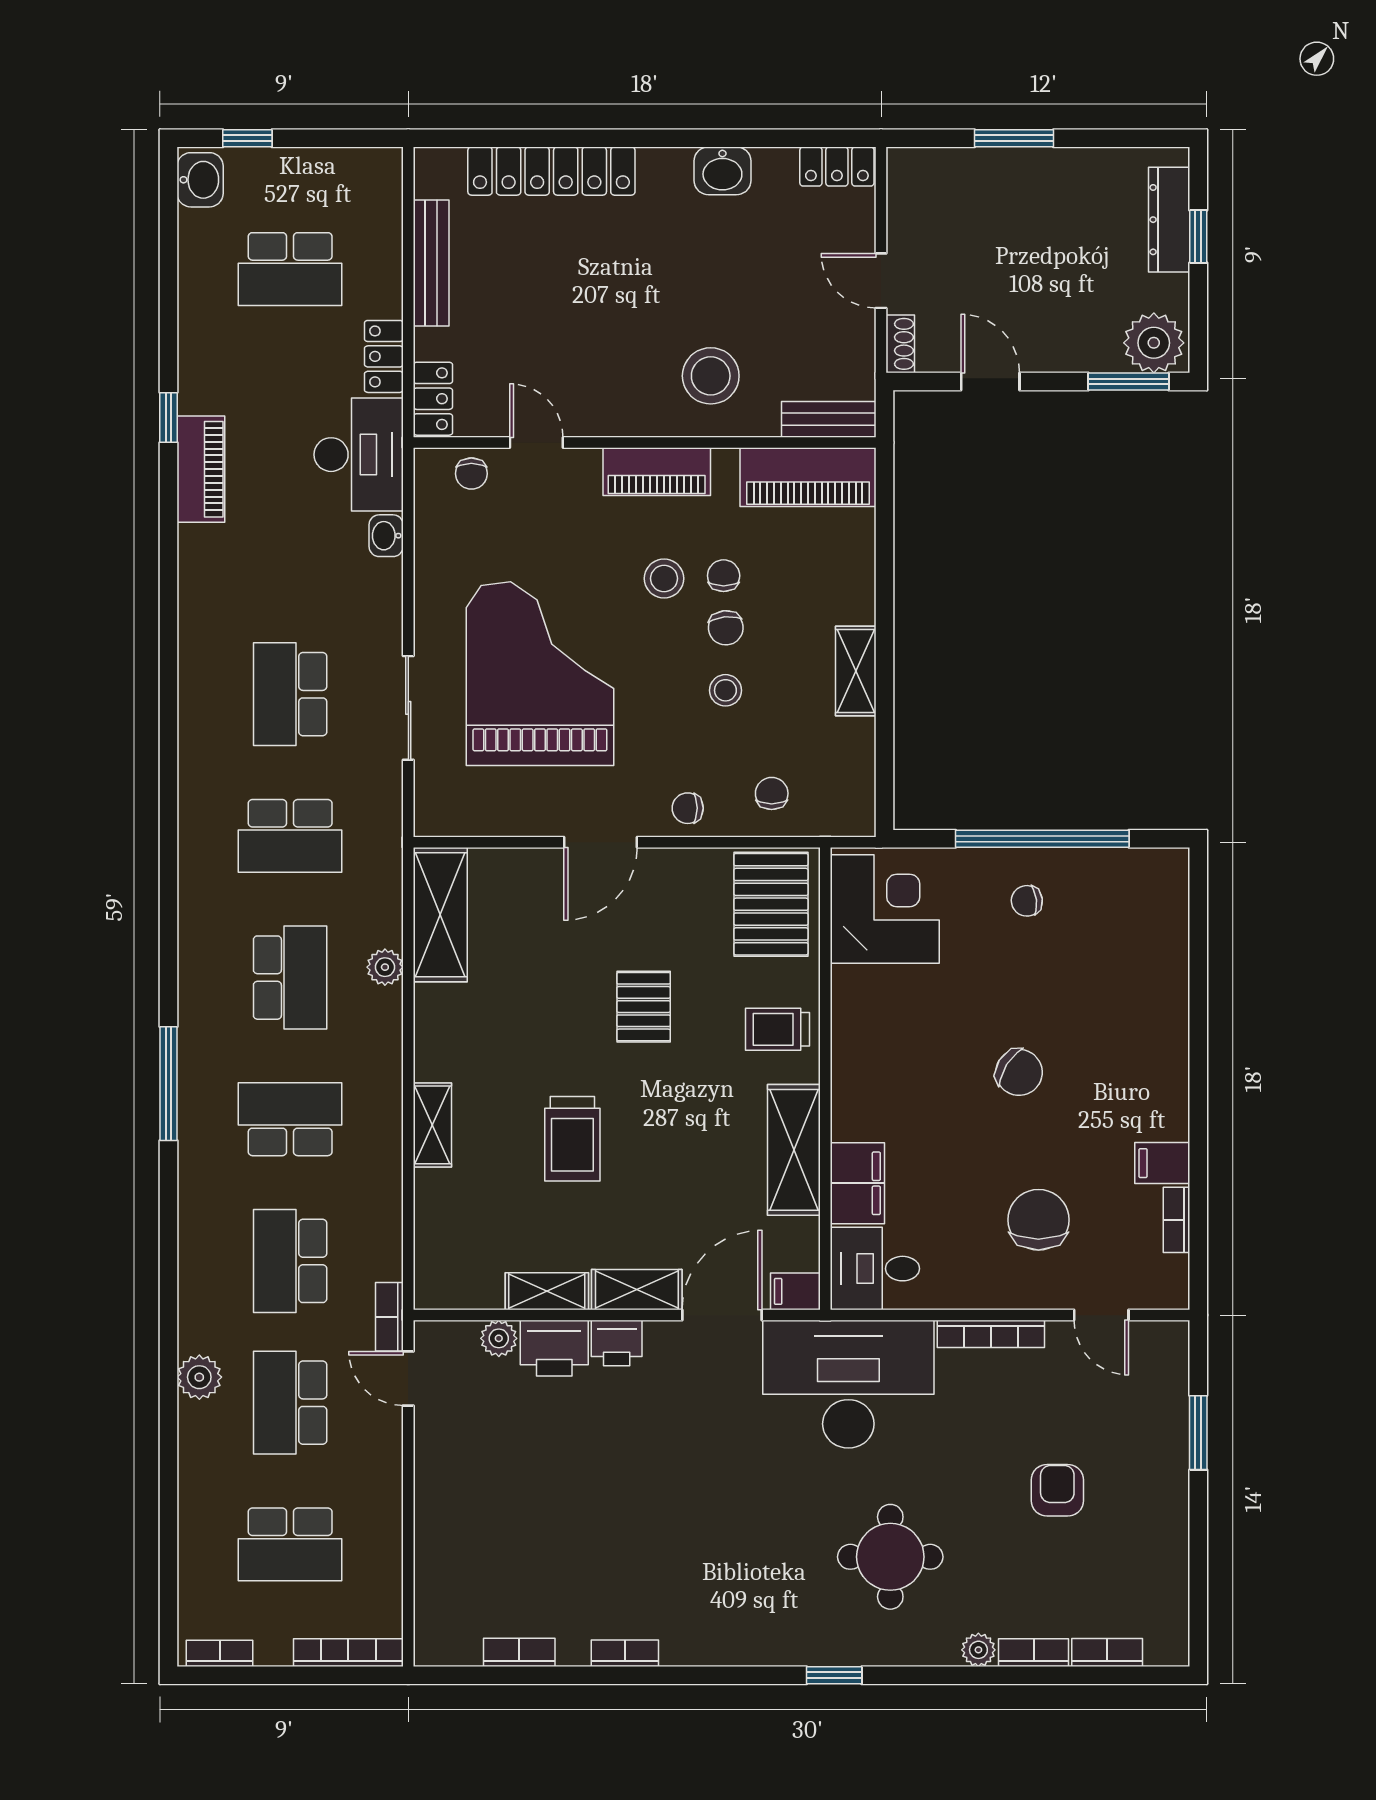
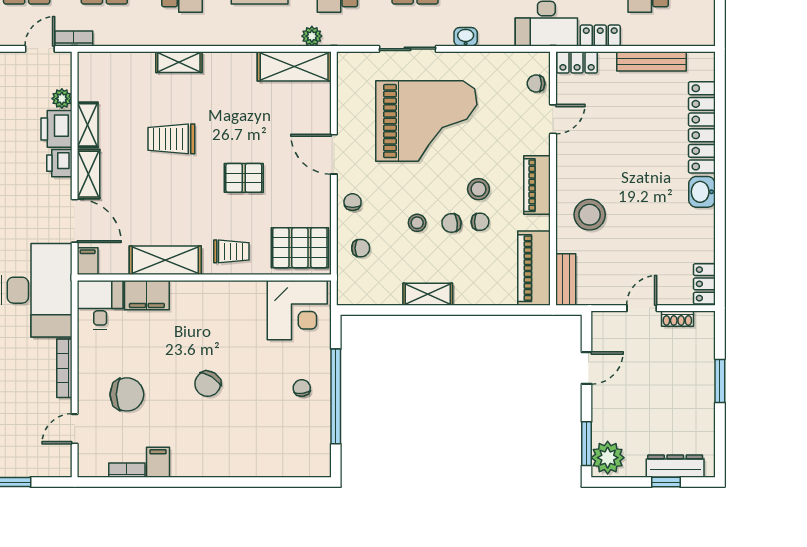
washbasin: (722, 171) -> (702, 192), moved
shoe rack: (900, 344) -> (677, 319), moved
washbasin: (386, 536) -> (466, 37), moved
plant: (385, 967) -> (312, 36), moved
trolley: (778, 1029) -> (231, 251), turned 90

